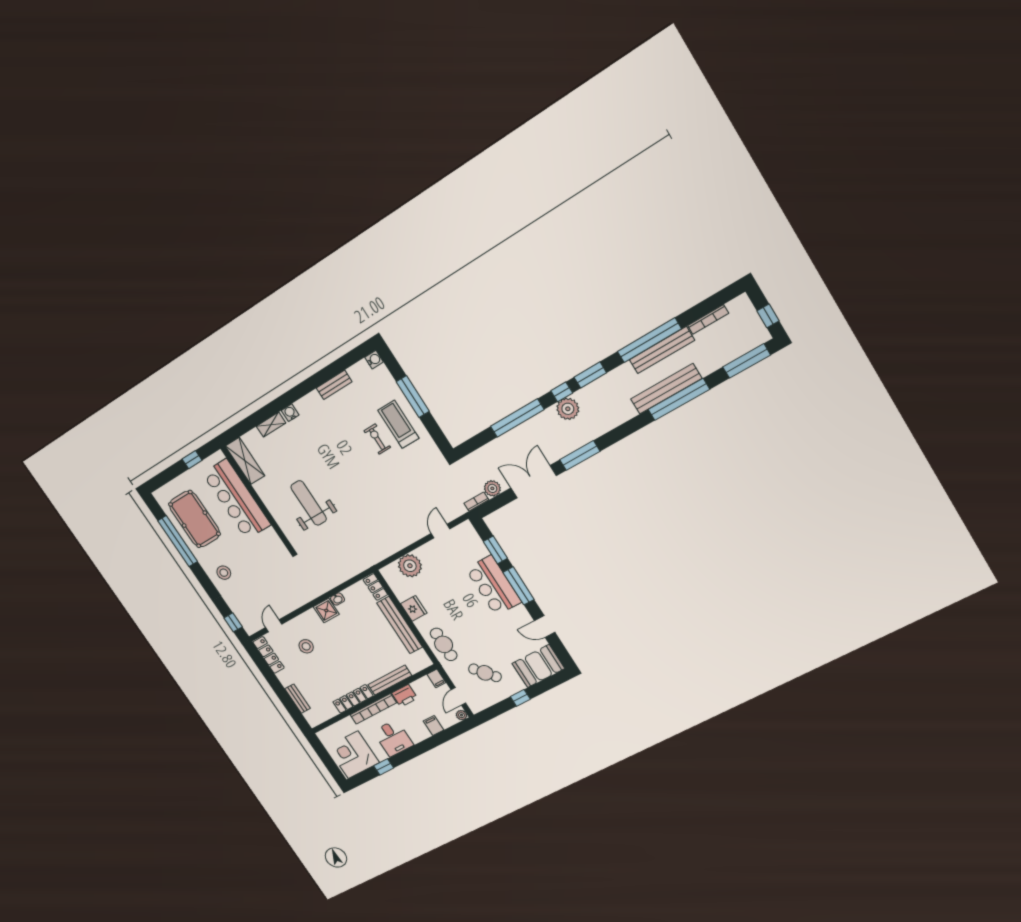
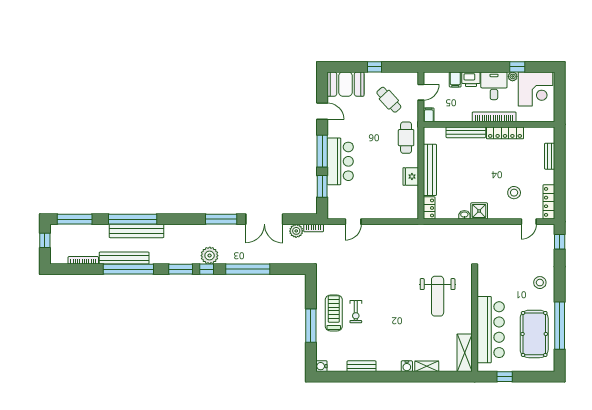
treadmill: (398, 424) -> (334, 313), turned 180
plant: (410, 566) -> (393, 209), removed
printer: (405, 696) -> (471, 79), moved, turned 180
plant: (461, 715) -> (513, 76), moved

